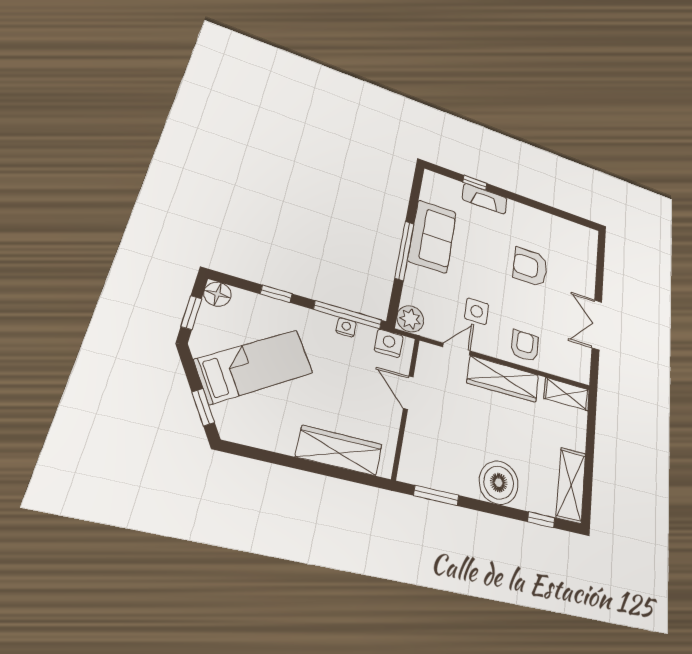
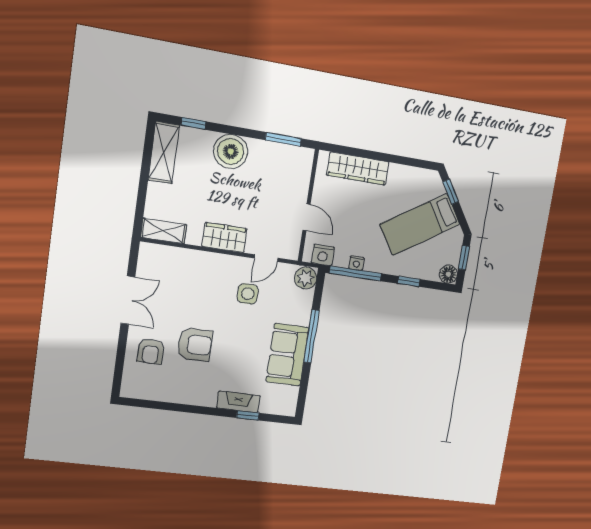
armchair: (525, 346) -> (151, 351), moved
wardrobe: (503, 379) -> (225, 238), width x0.67

